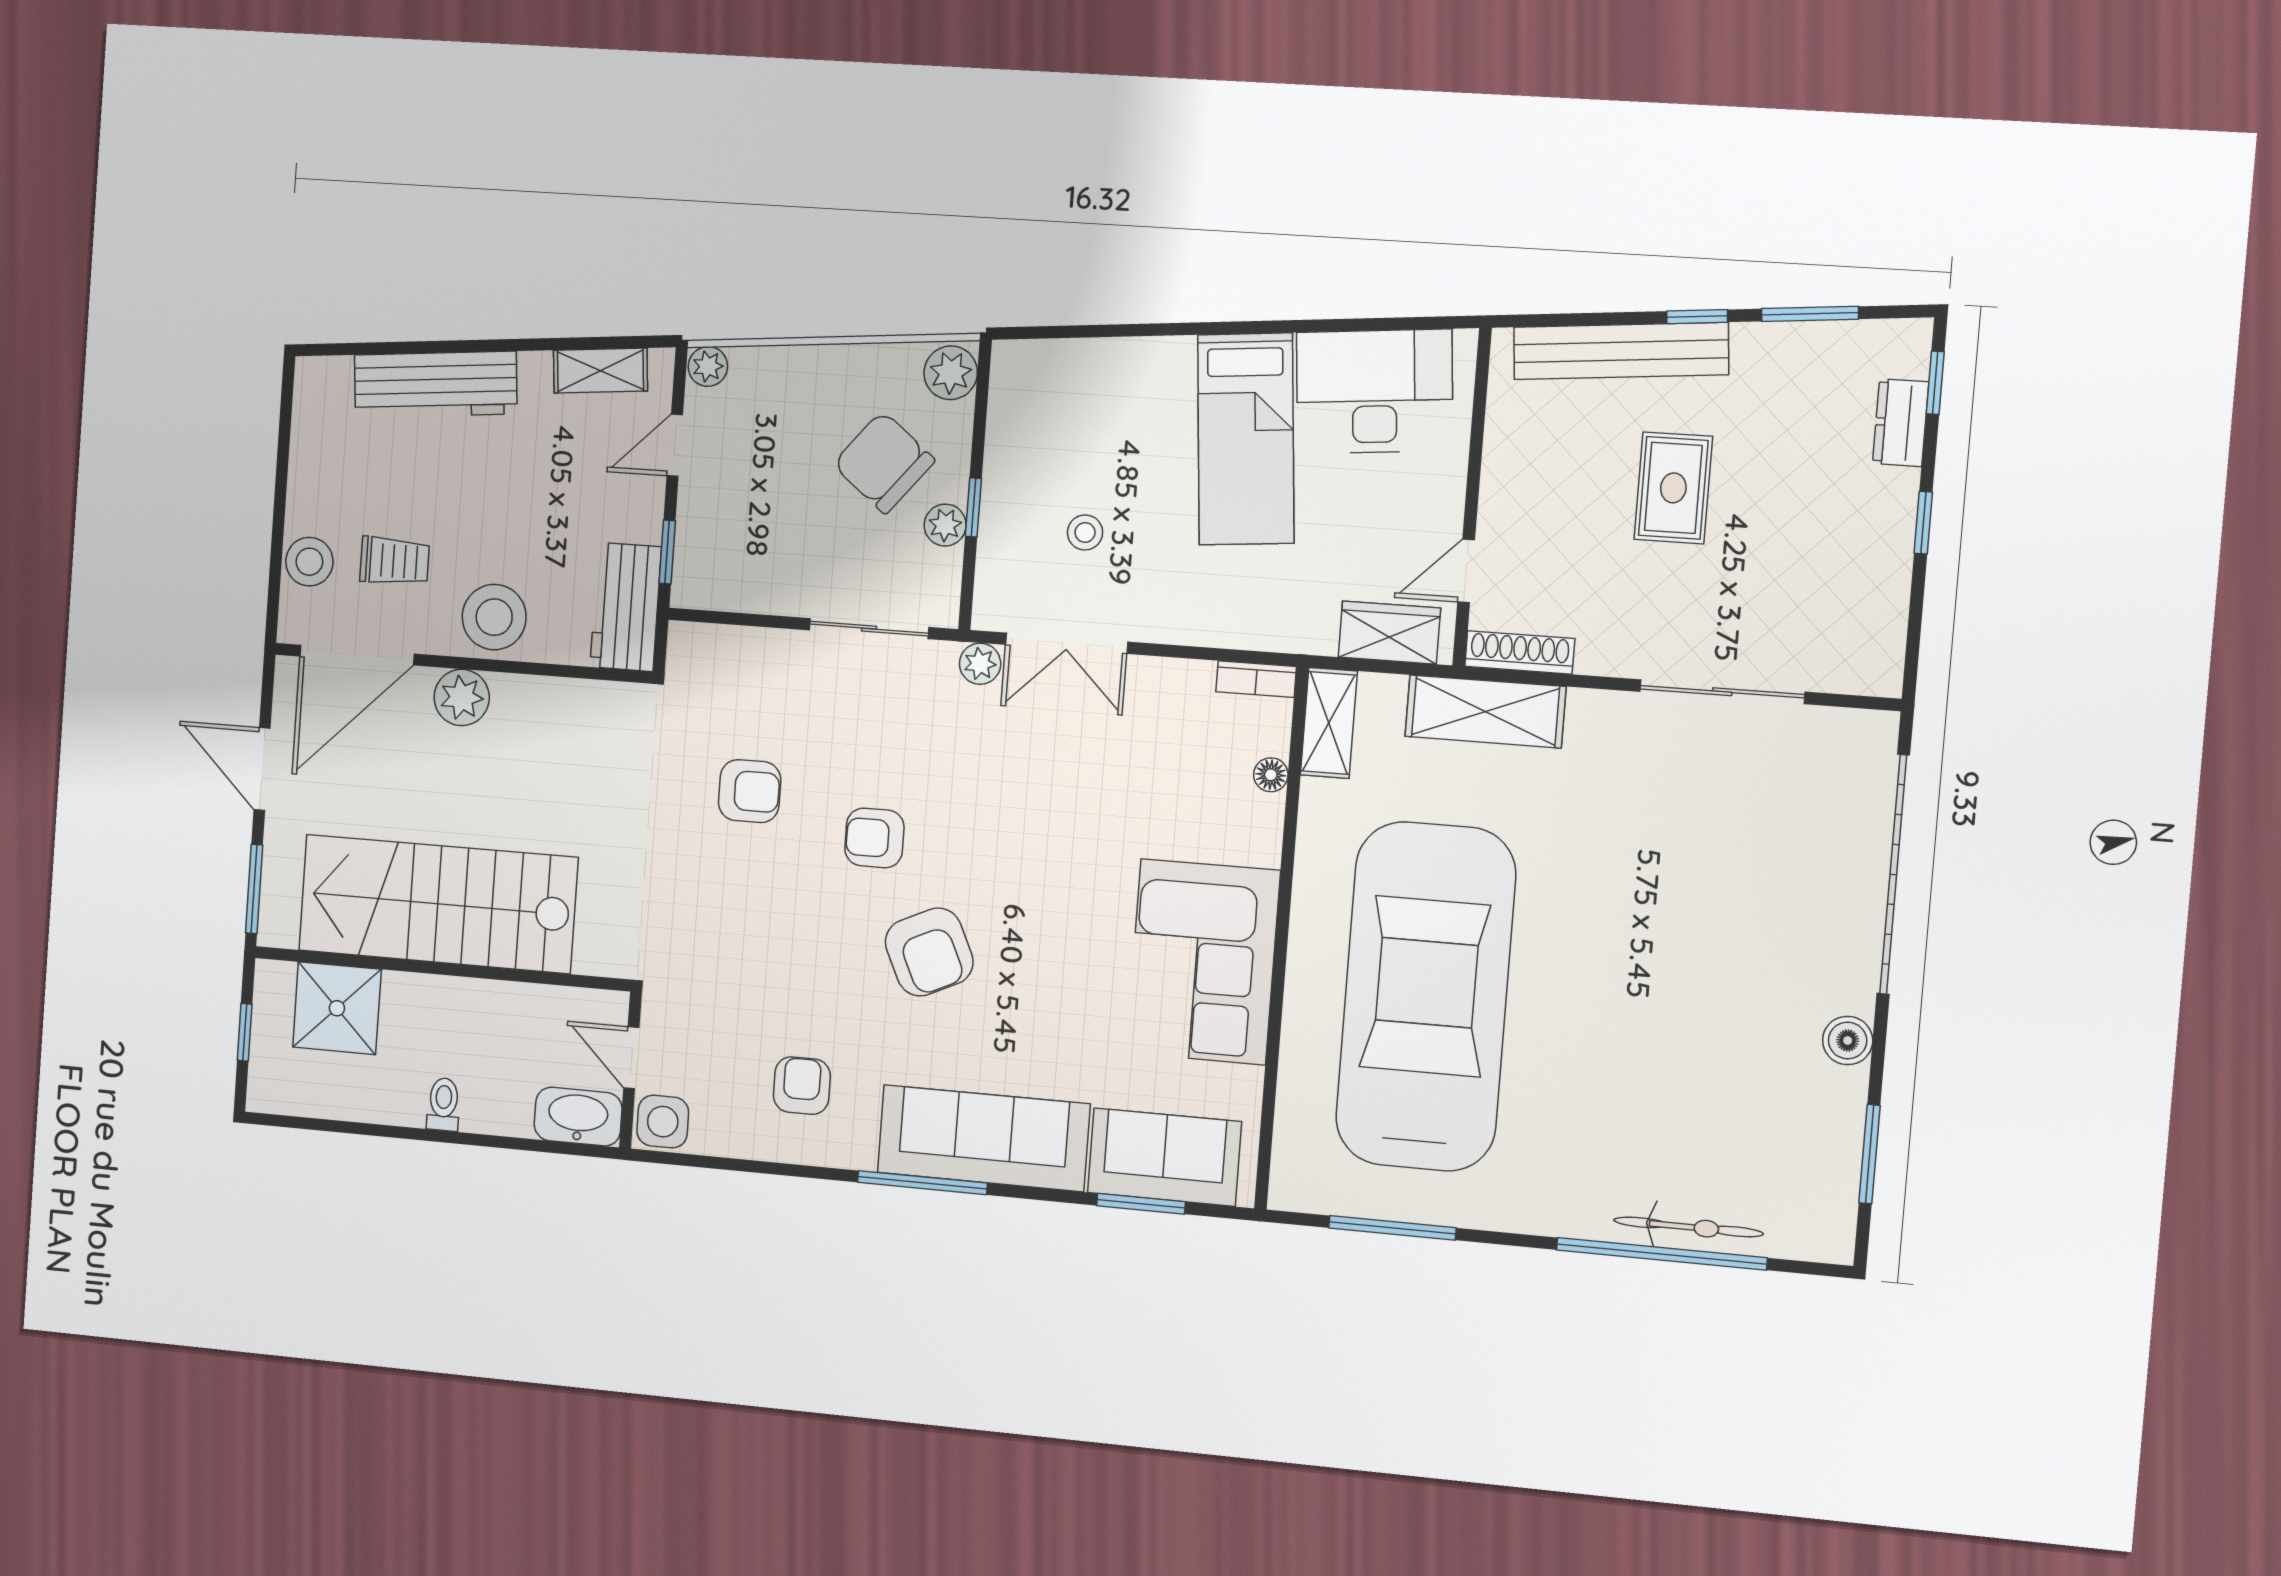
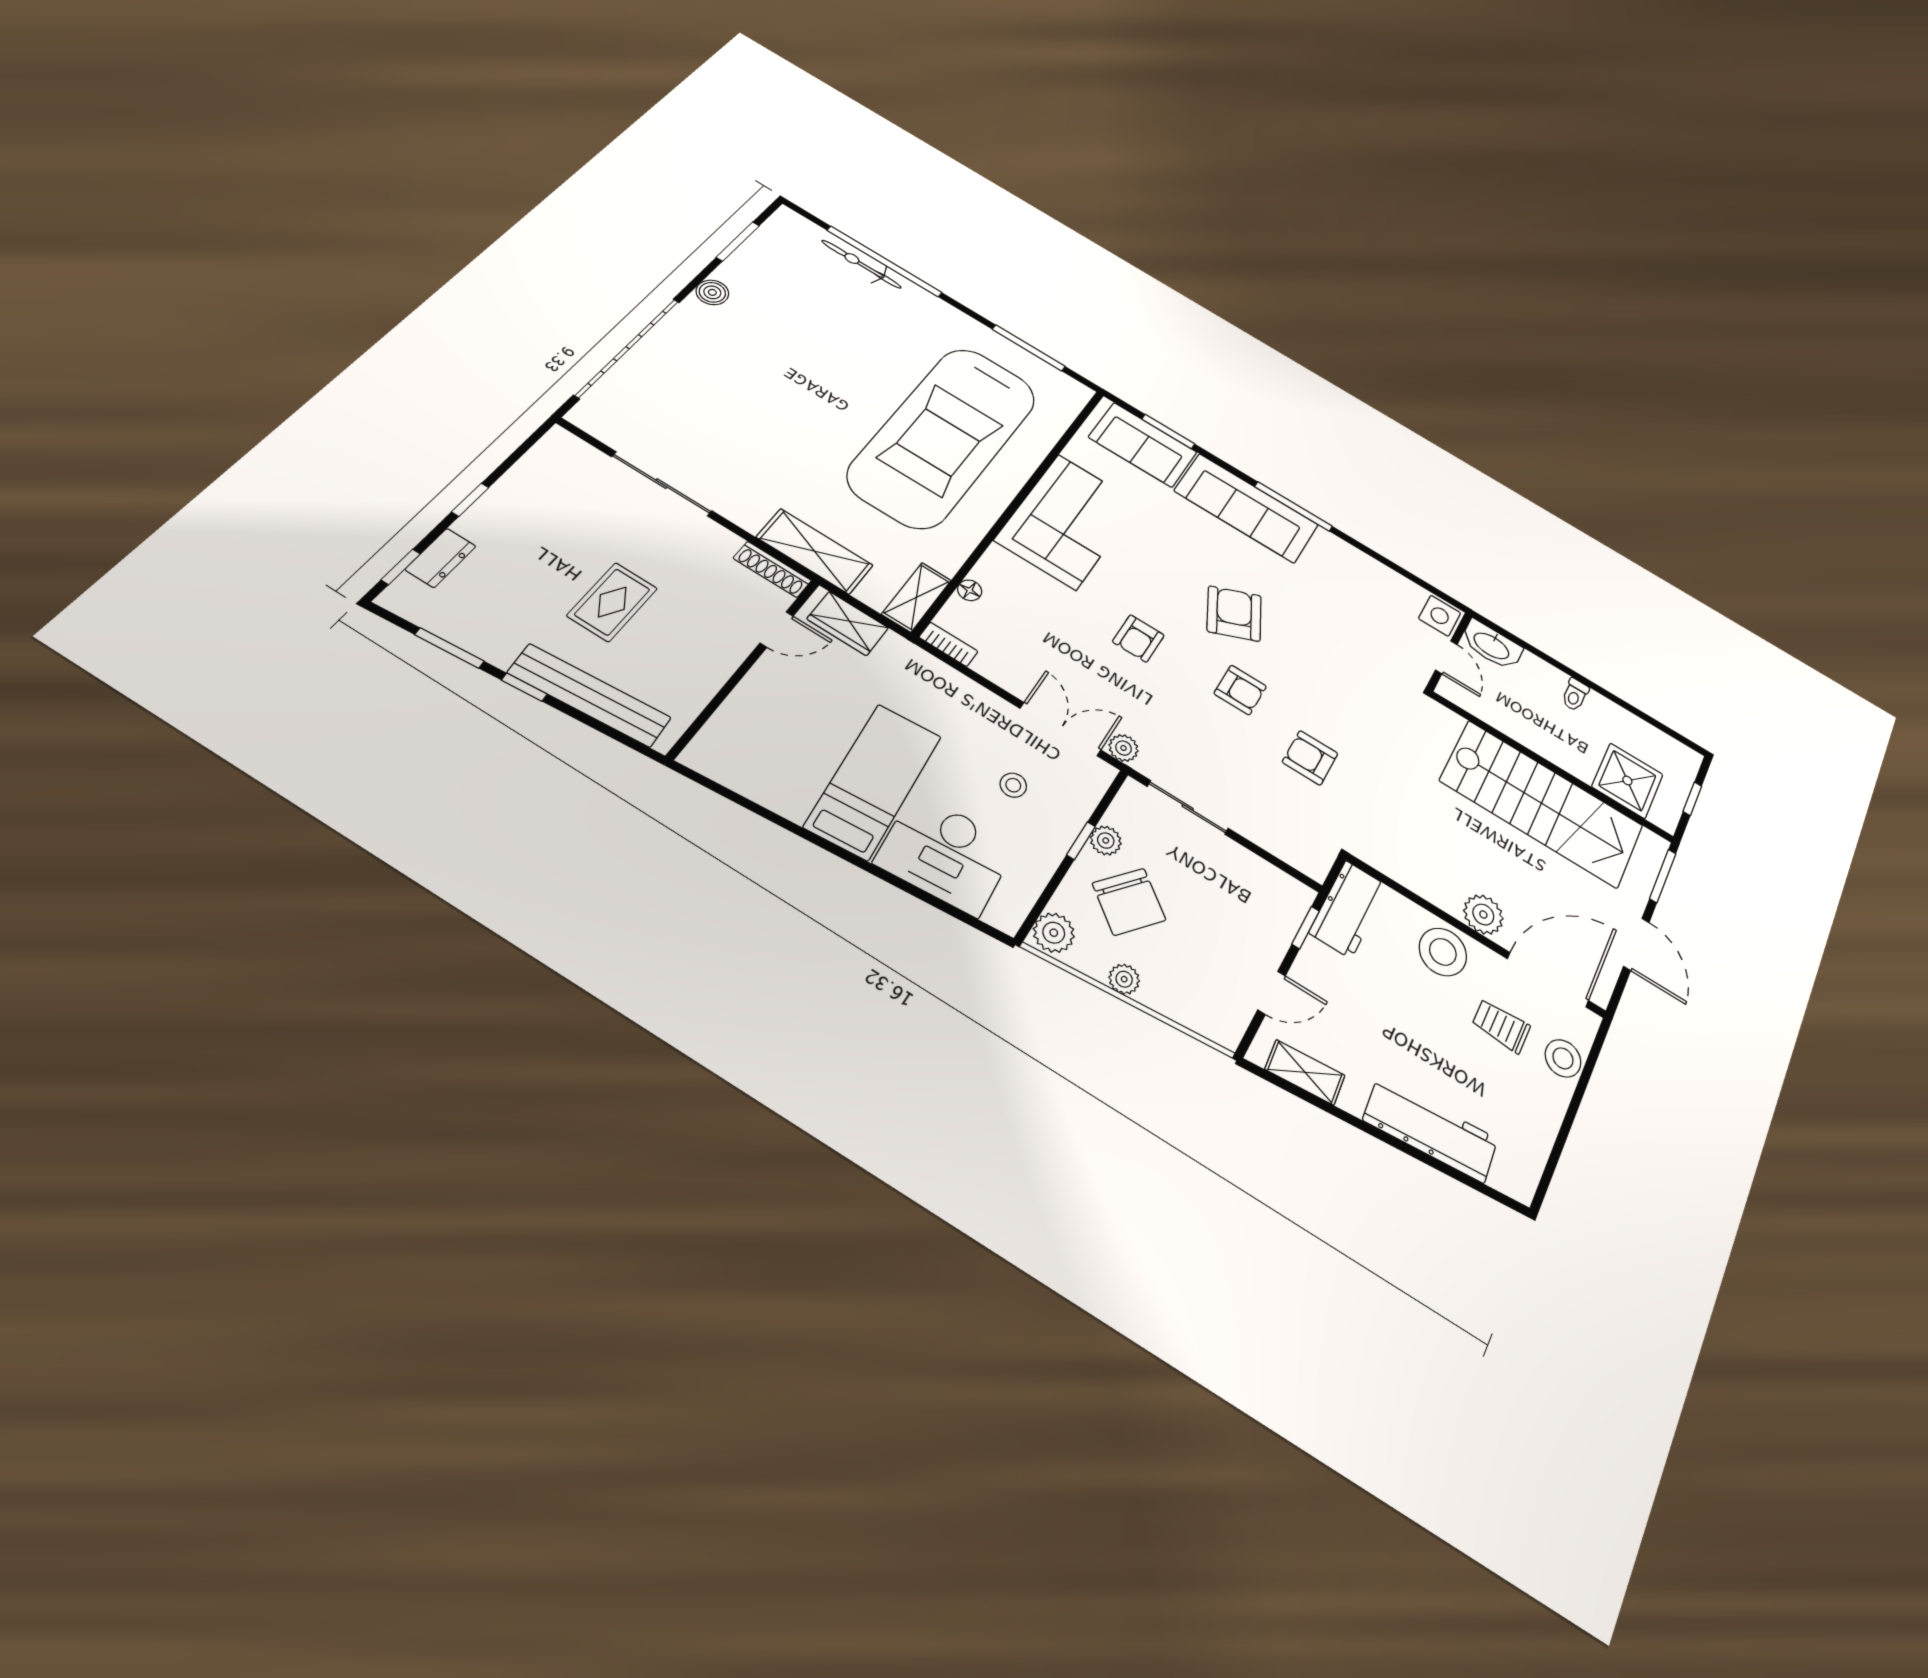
plant: (708, 366) -> (1124, 979), moved
desk: (1374, 391) -> (945, 854), moved
armchair: (802, 1086) -> (1138, 638), moved

